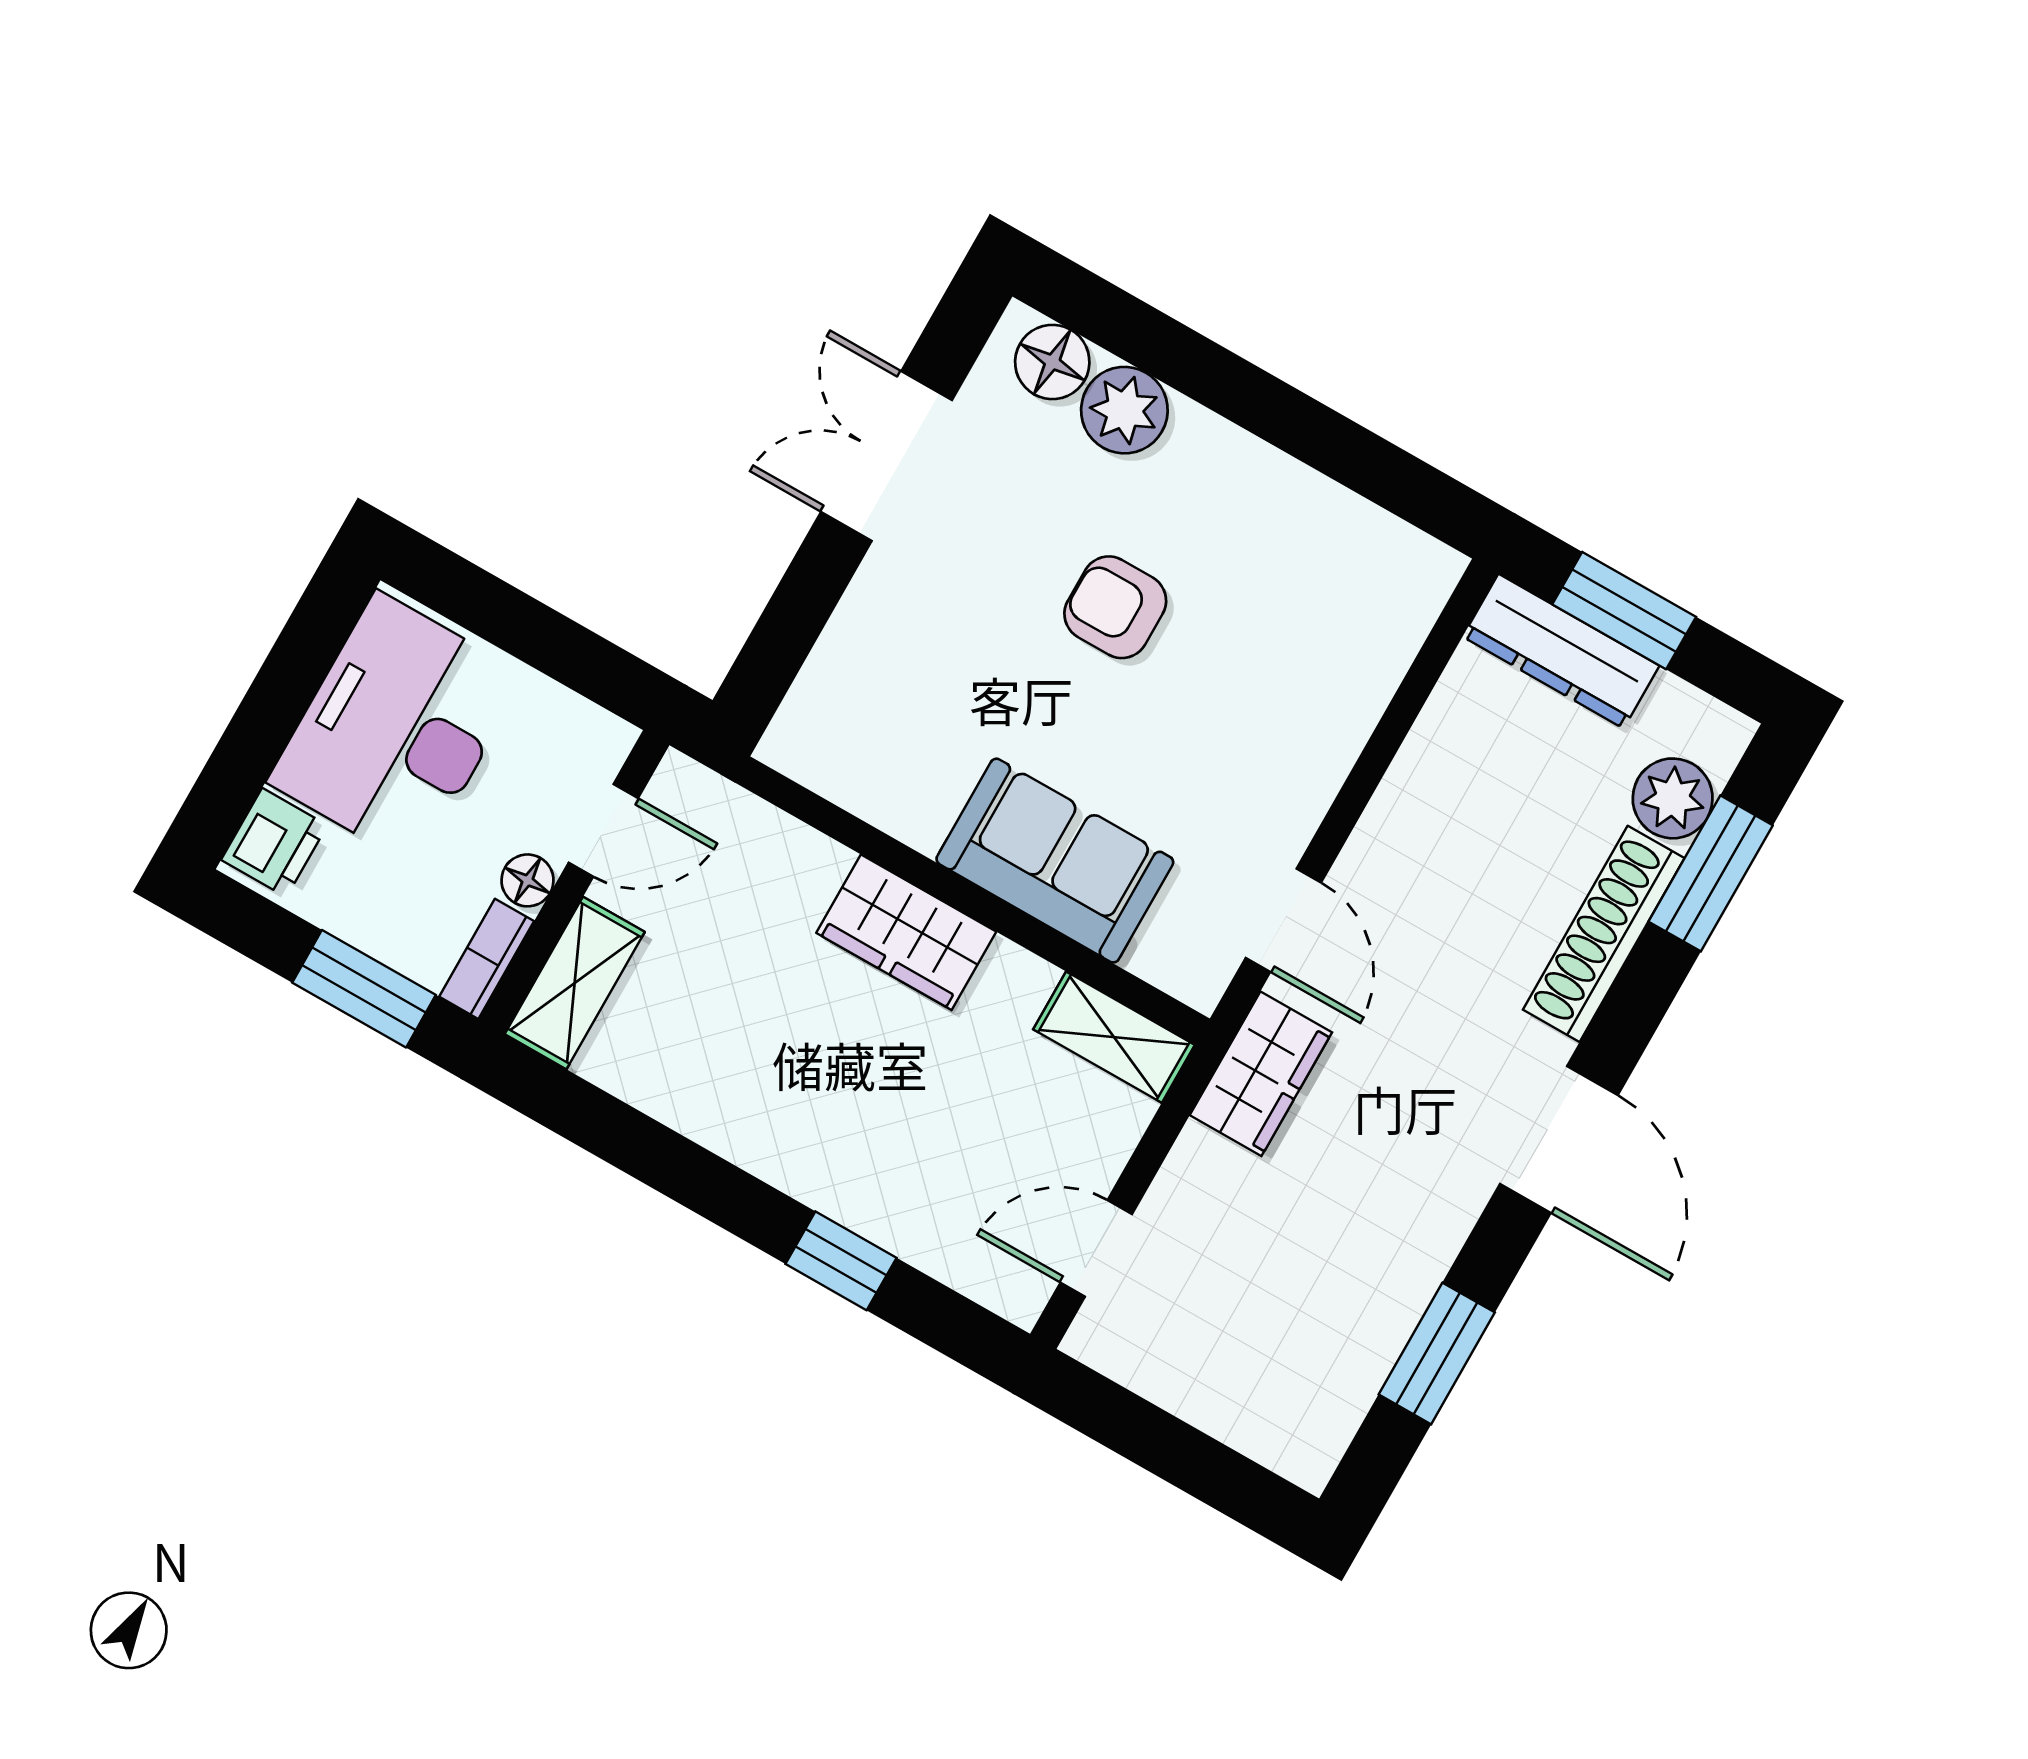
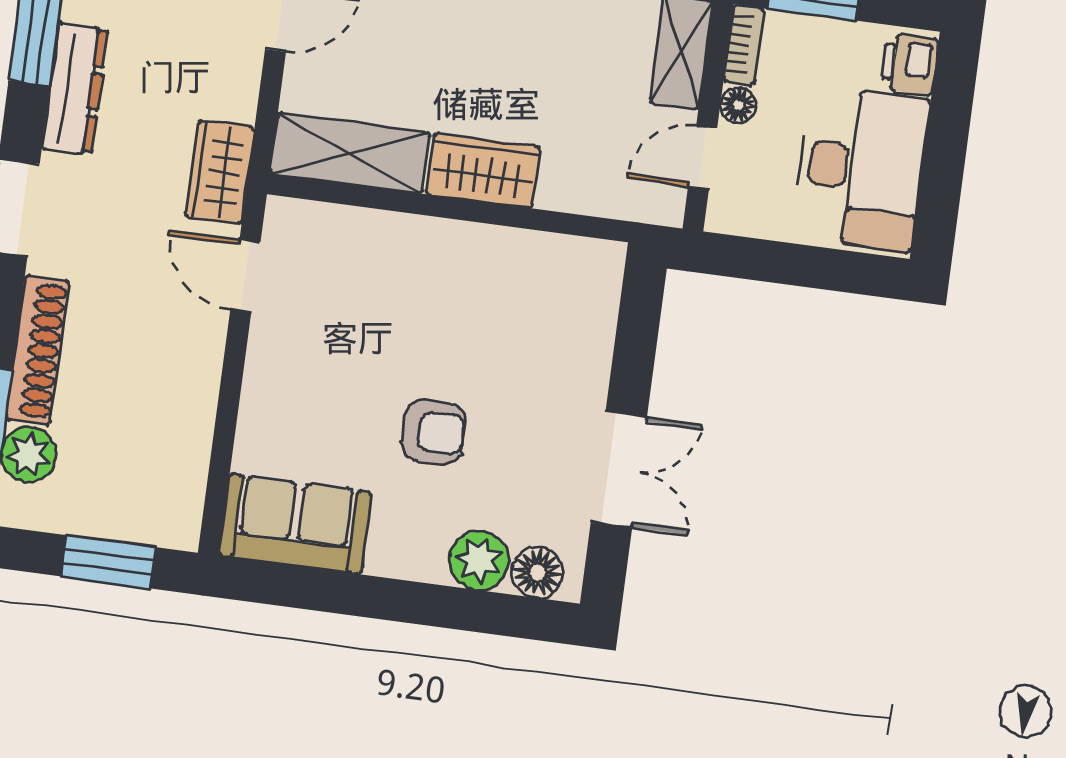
dresser: (1561, 651) -> (75, 89), moved, turned 90
sofa: (1055, 861) -> (295, 524), moved, turned 180
shelving: (1114, 1037) -> (350, 153), width x1.50, depth x1.33

